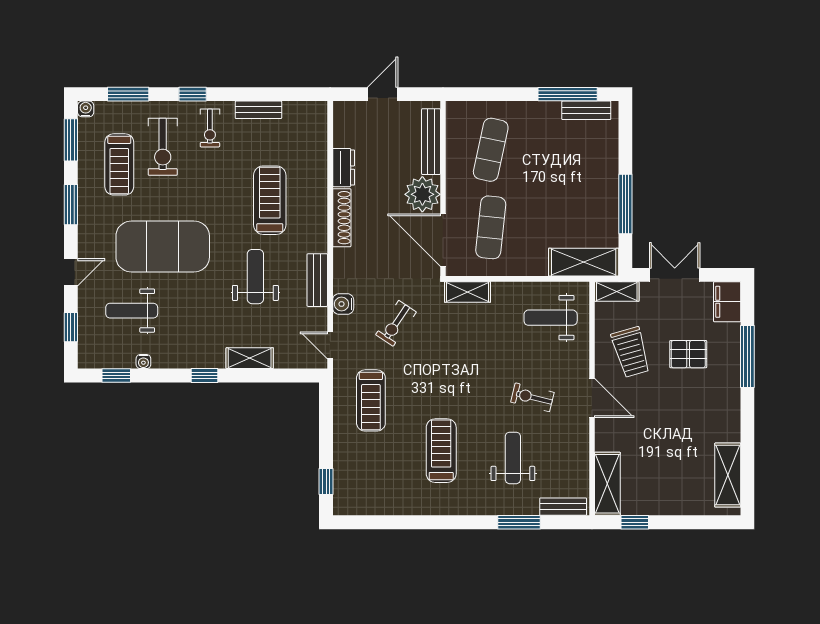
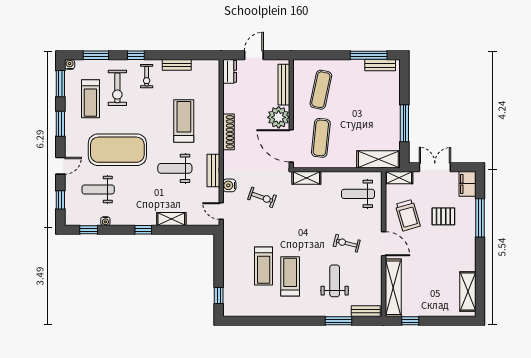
dresser: (344, 168) -> (230, 71), moved
weight bench: (255, 277) -> (175, 168), turned -90
exercise bike: (396, 323) -> (262, 197), turned -105
treadmill: (371, 400) -> (264, 266), moved
shelving: (607, 484) -> (393, 288), width x1.47

